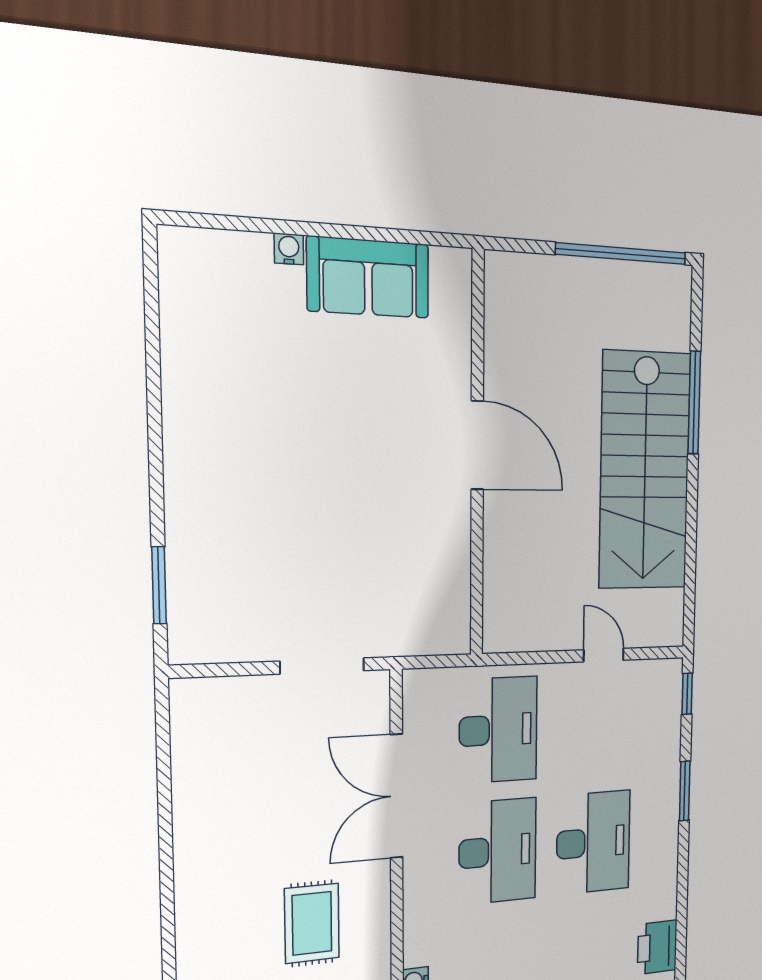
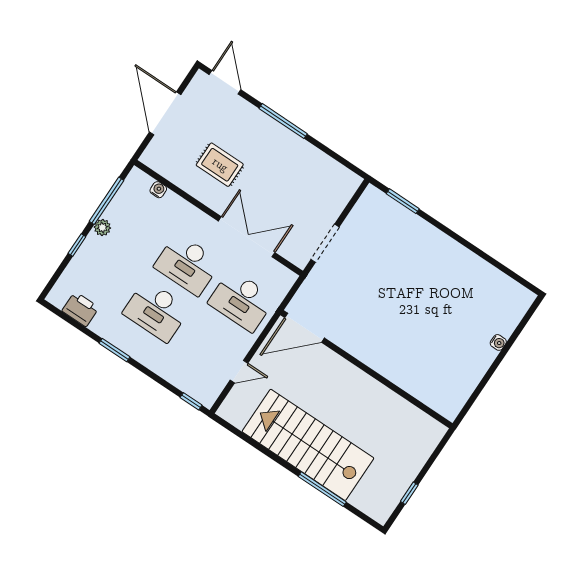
window: (621, 254) -> (409, 493), width x0.32
sofa: (368, 277) -> (468, 369), removed
door: (477, 445) -> (305, 328), moved
window: (685, 791) -> (114, 350), moved
window: (167, 882) -> (283, 121), added

